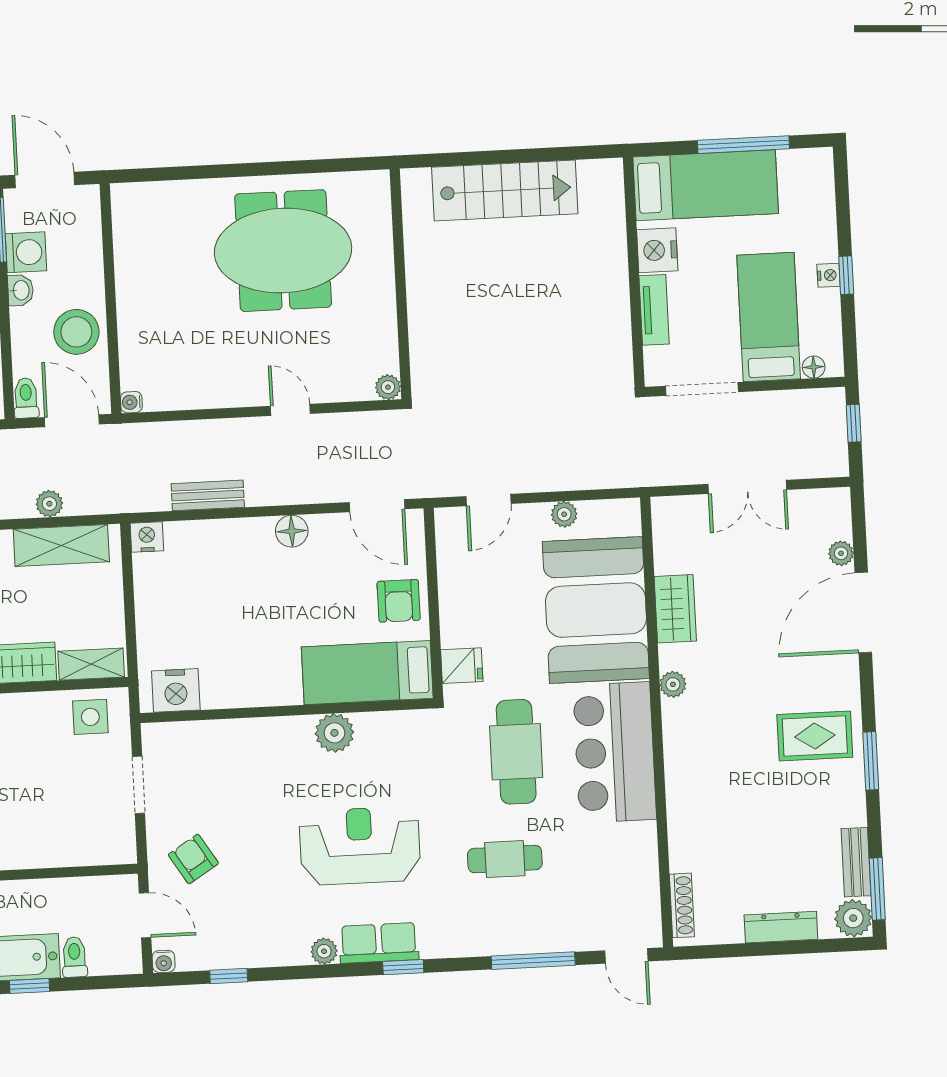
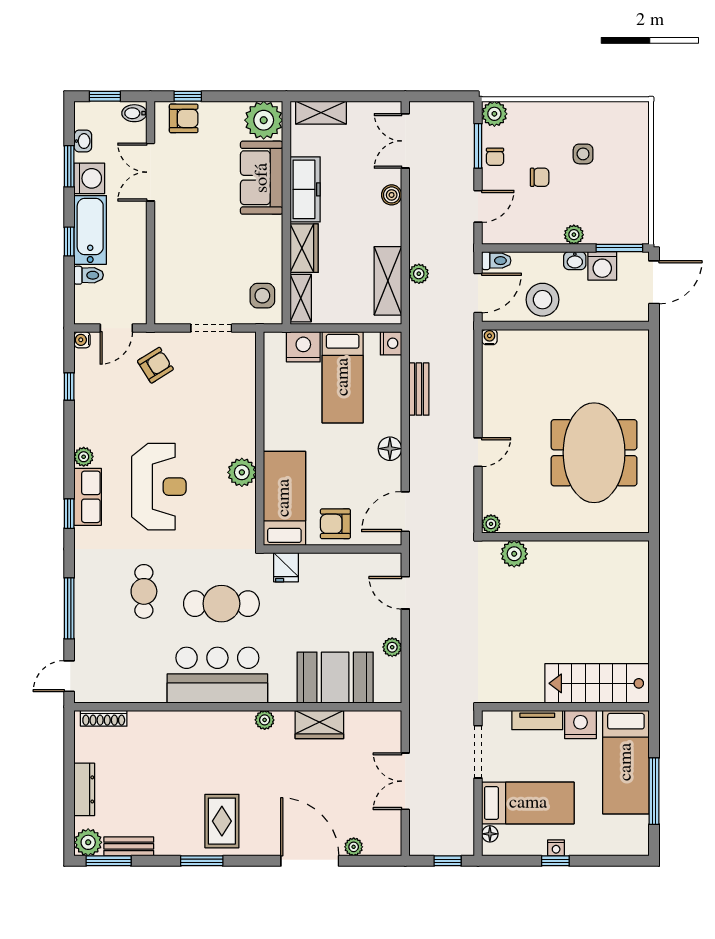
stairs: (505, 190) -> (597, 683), moved, turned 90
plant: (427, 353) -> (514, 554), added
bed: (197, 601) -> (343, 377), added
booth: (596, 610) -> (335, 678), width x0.73, depth x0.70
nightstand: (176, 690) -> (303, 347), moved, turned 90

